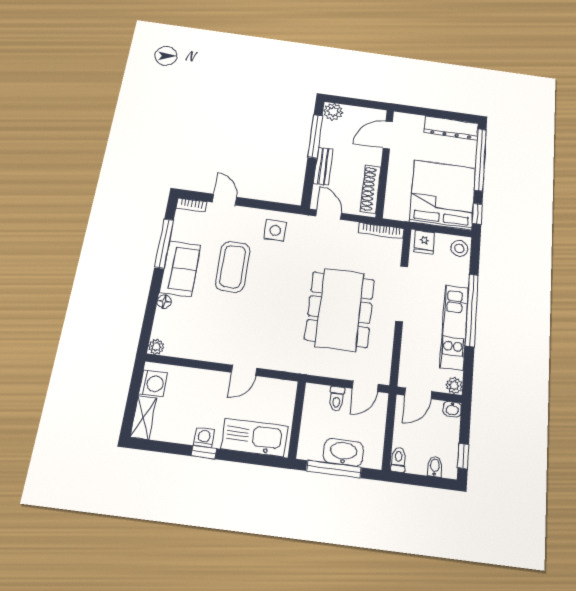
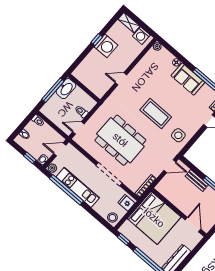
shoe rack: (370, 189) -> (170, 196), removed
bed: (443, 195) -> (154, 218), moved
coffee table: (233, 267) -> (156, 113), moved
window: (472, 310) -> (66, 190), moved
door: (244, 370) -> (121, 79), hinge flipped
door: (365, 386) -> (78, 128), hinge flipped
door: (418, 393) -> (60, 149), hinge flipped
kitchen sink: (254, 437) -> (89, 65), removed
washing machine: (204, 438) -> (106, 46), width x1.89, depth x1.89
washbasin: (343, 452) -> (66, 89), moved
window: (463, 456) -> (30, 158), moved

